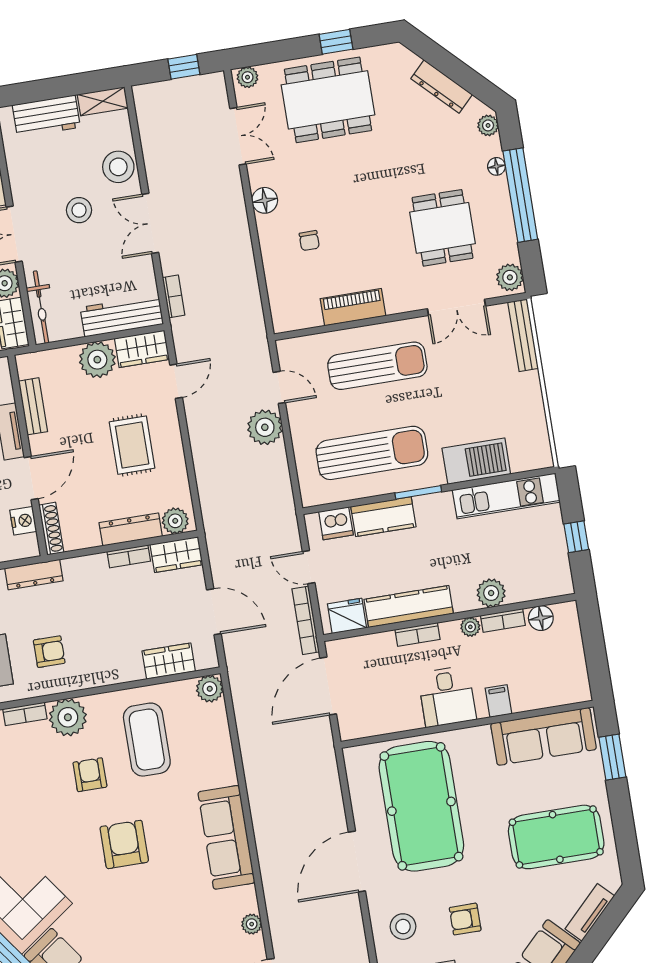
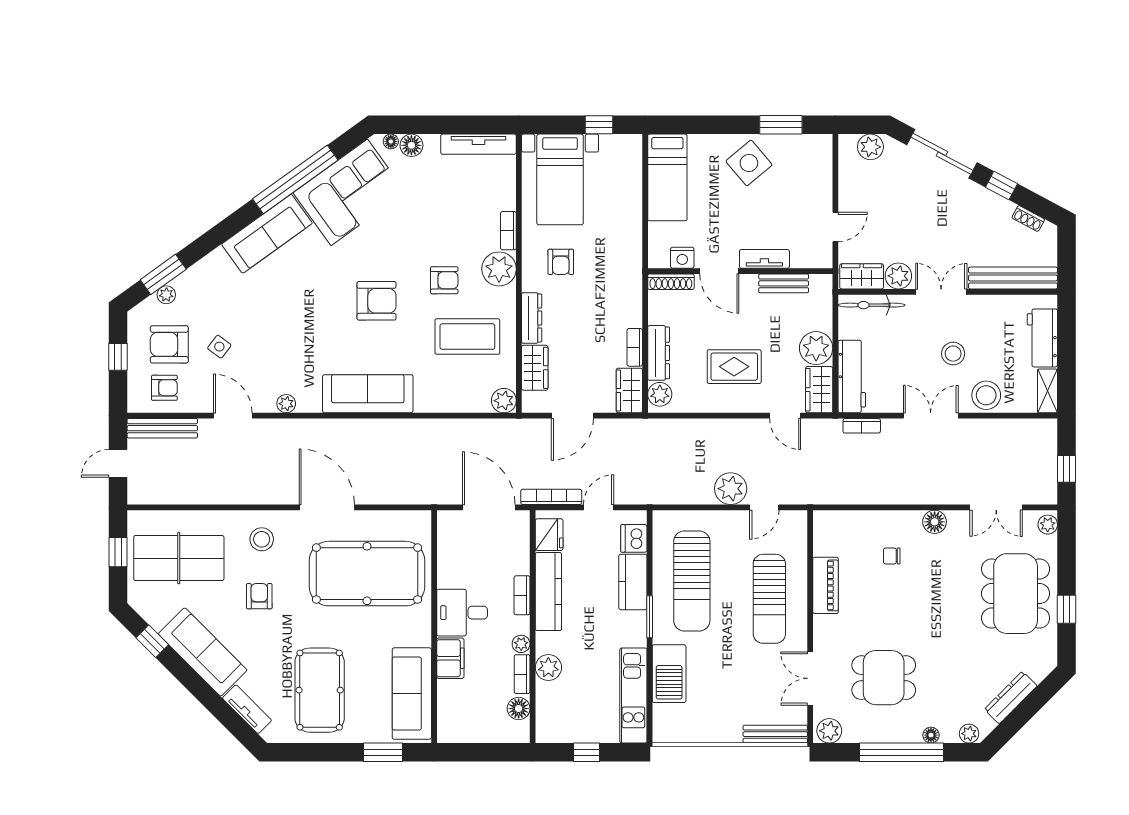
dresser: (34, 575) -> (532, 318), moved, turned 180
filing cabinet: (498, 701) -> (450, 658), width x2.00

